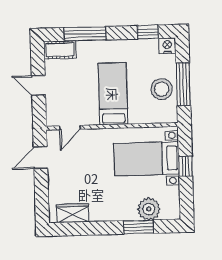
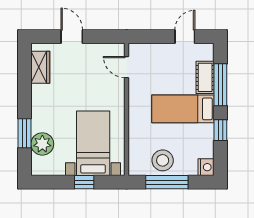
window: (148, 32) -> (220, 130), moved
cot: (60, 50) -> (205, 77), moved
door: (38, 85) -> (185, 37), moved
bed: (113, 94) -> (183, 109), moved, turned 180
door: (41, 158) -> (72, 37), moved

